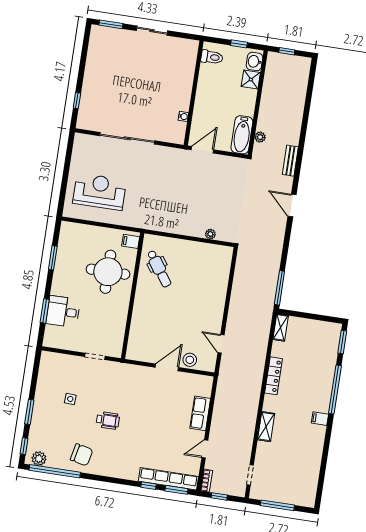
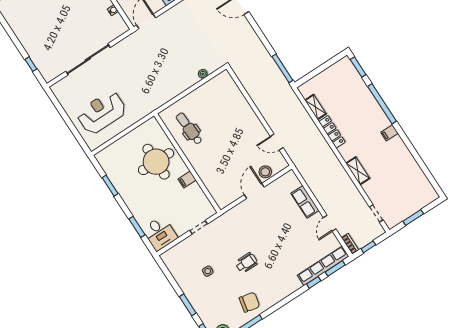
filing cabinet: (131, 241) -> (187, 180), moved
dental chair: (159, 269) -> (189, 129), turned -148
desk: (63, 312) -> (160, 233), moved, turned -90
shelving: (281, 327) -> (316, 107), moved
window: (277, 505) -> (413, 218), width x0.69

